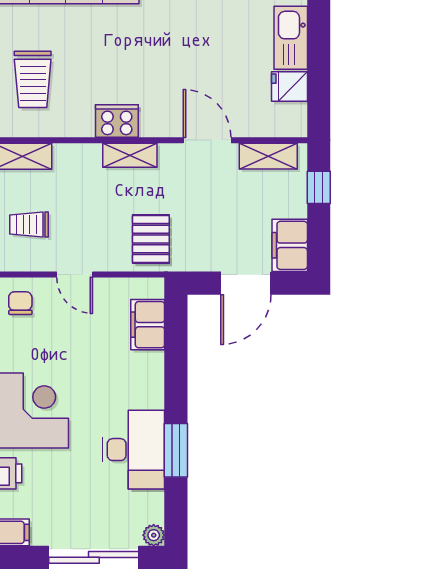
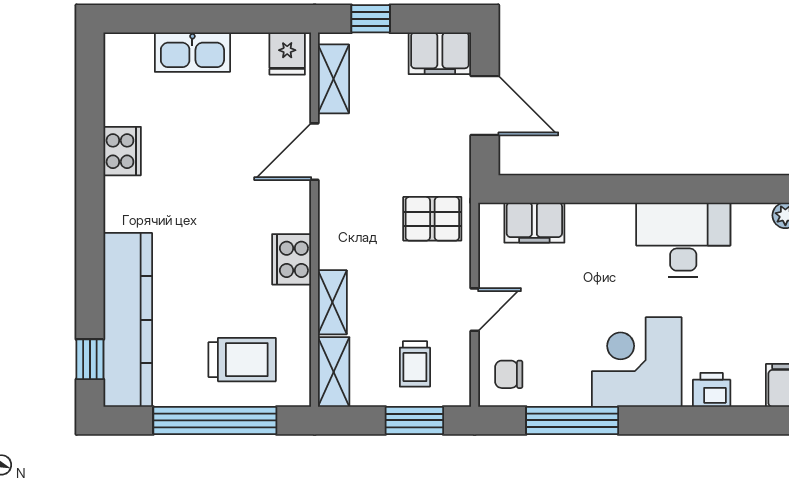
fridge: (289, 86) -> (287, 54), moved
shelving: (130, 155) -> (332, 302), moved
window: (176, 450) -> (684, 189), removed

